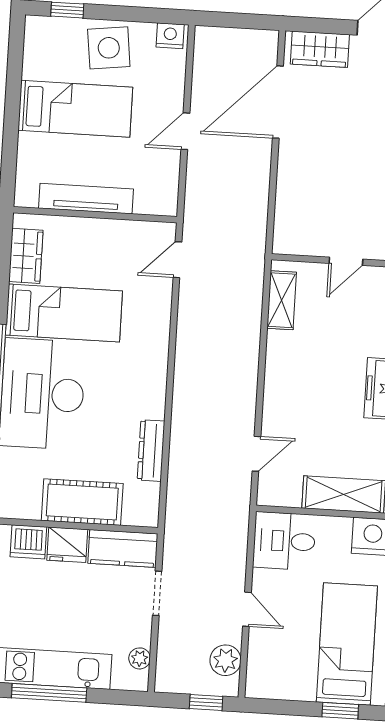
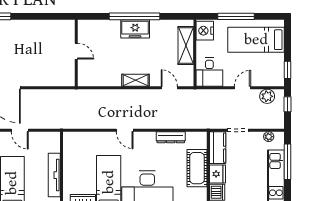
door: (177, 260) -> (125, 130), moved
shelving: (282, 300) -> (136, 80), moved
window: (49, 693) -> (288, 162), moved
window: (340, 711) -> (288, 70), moved

